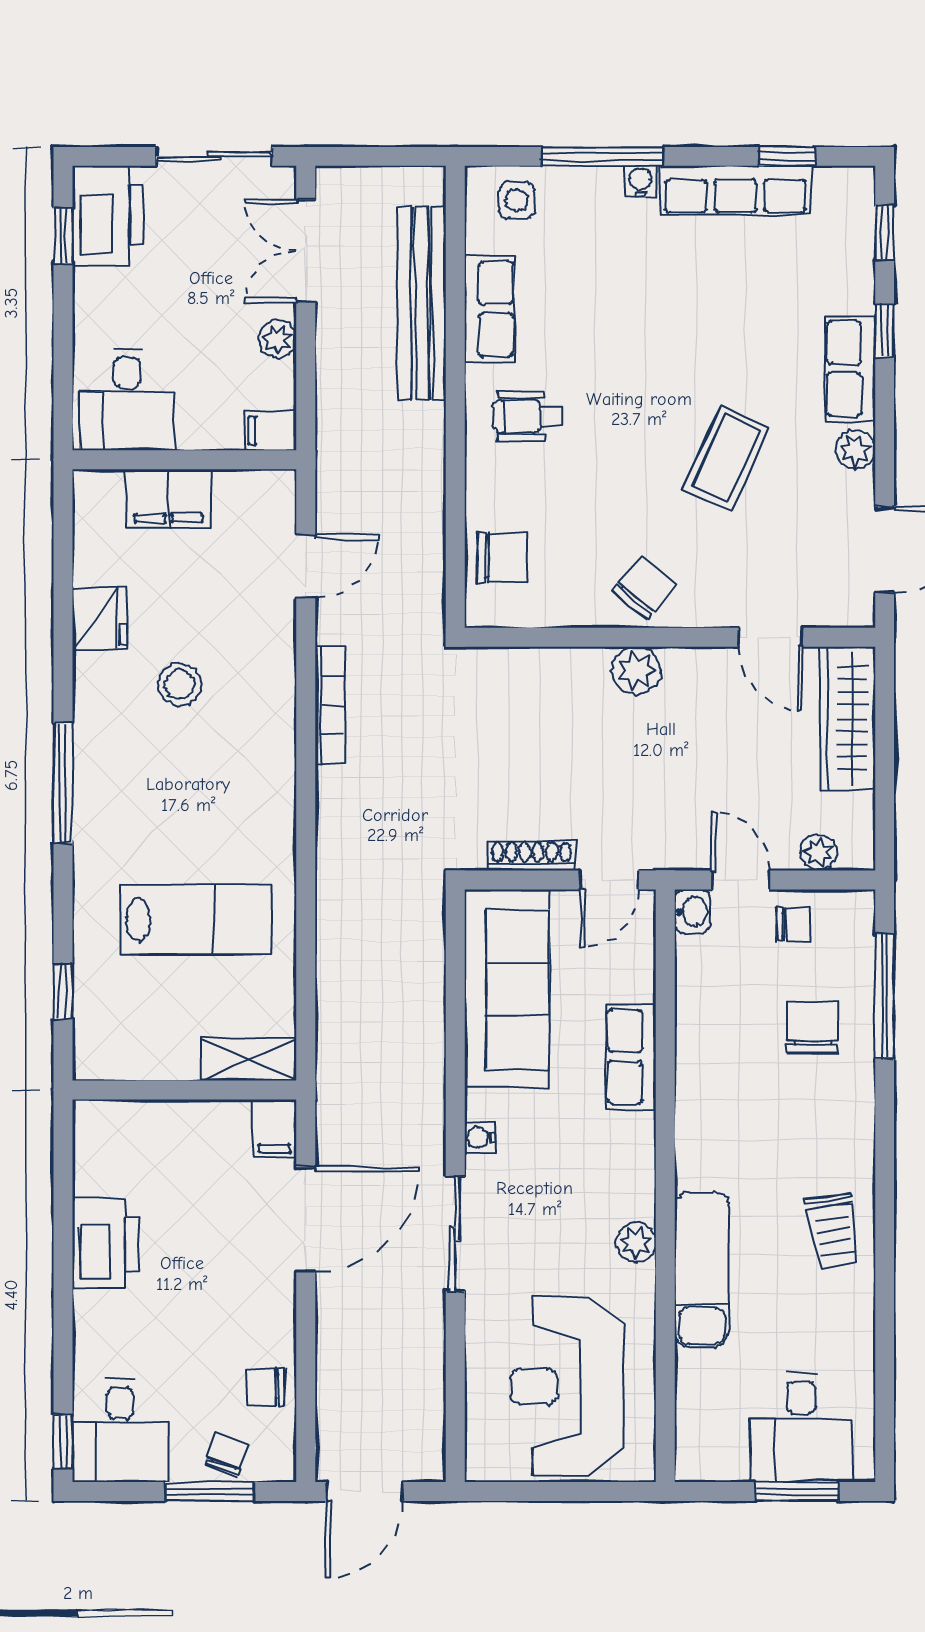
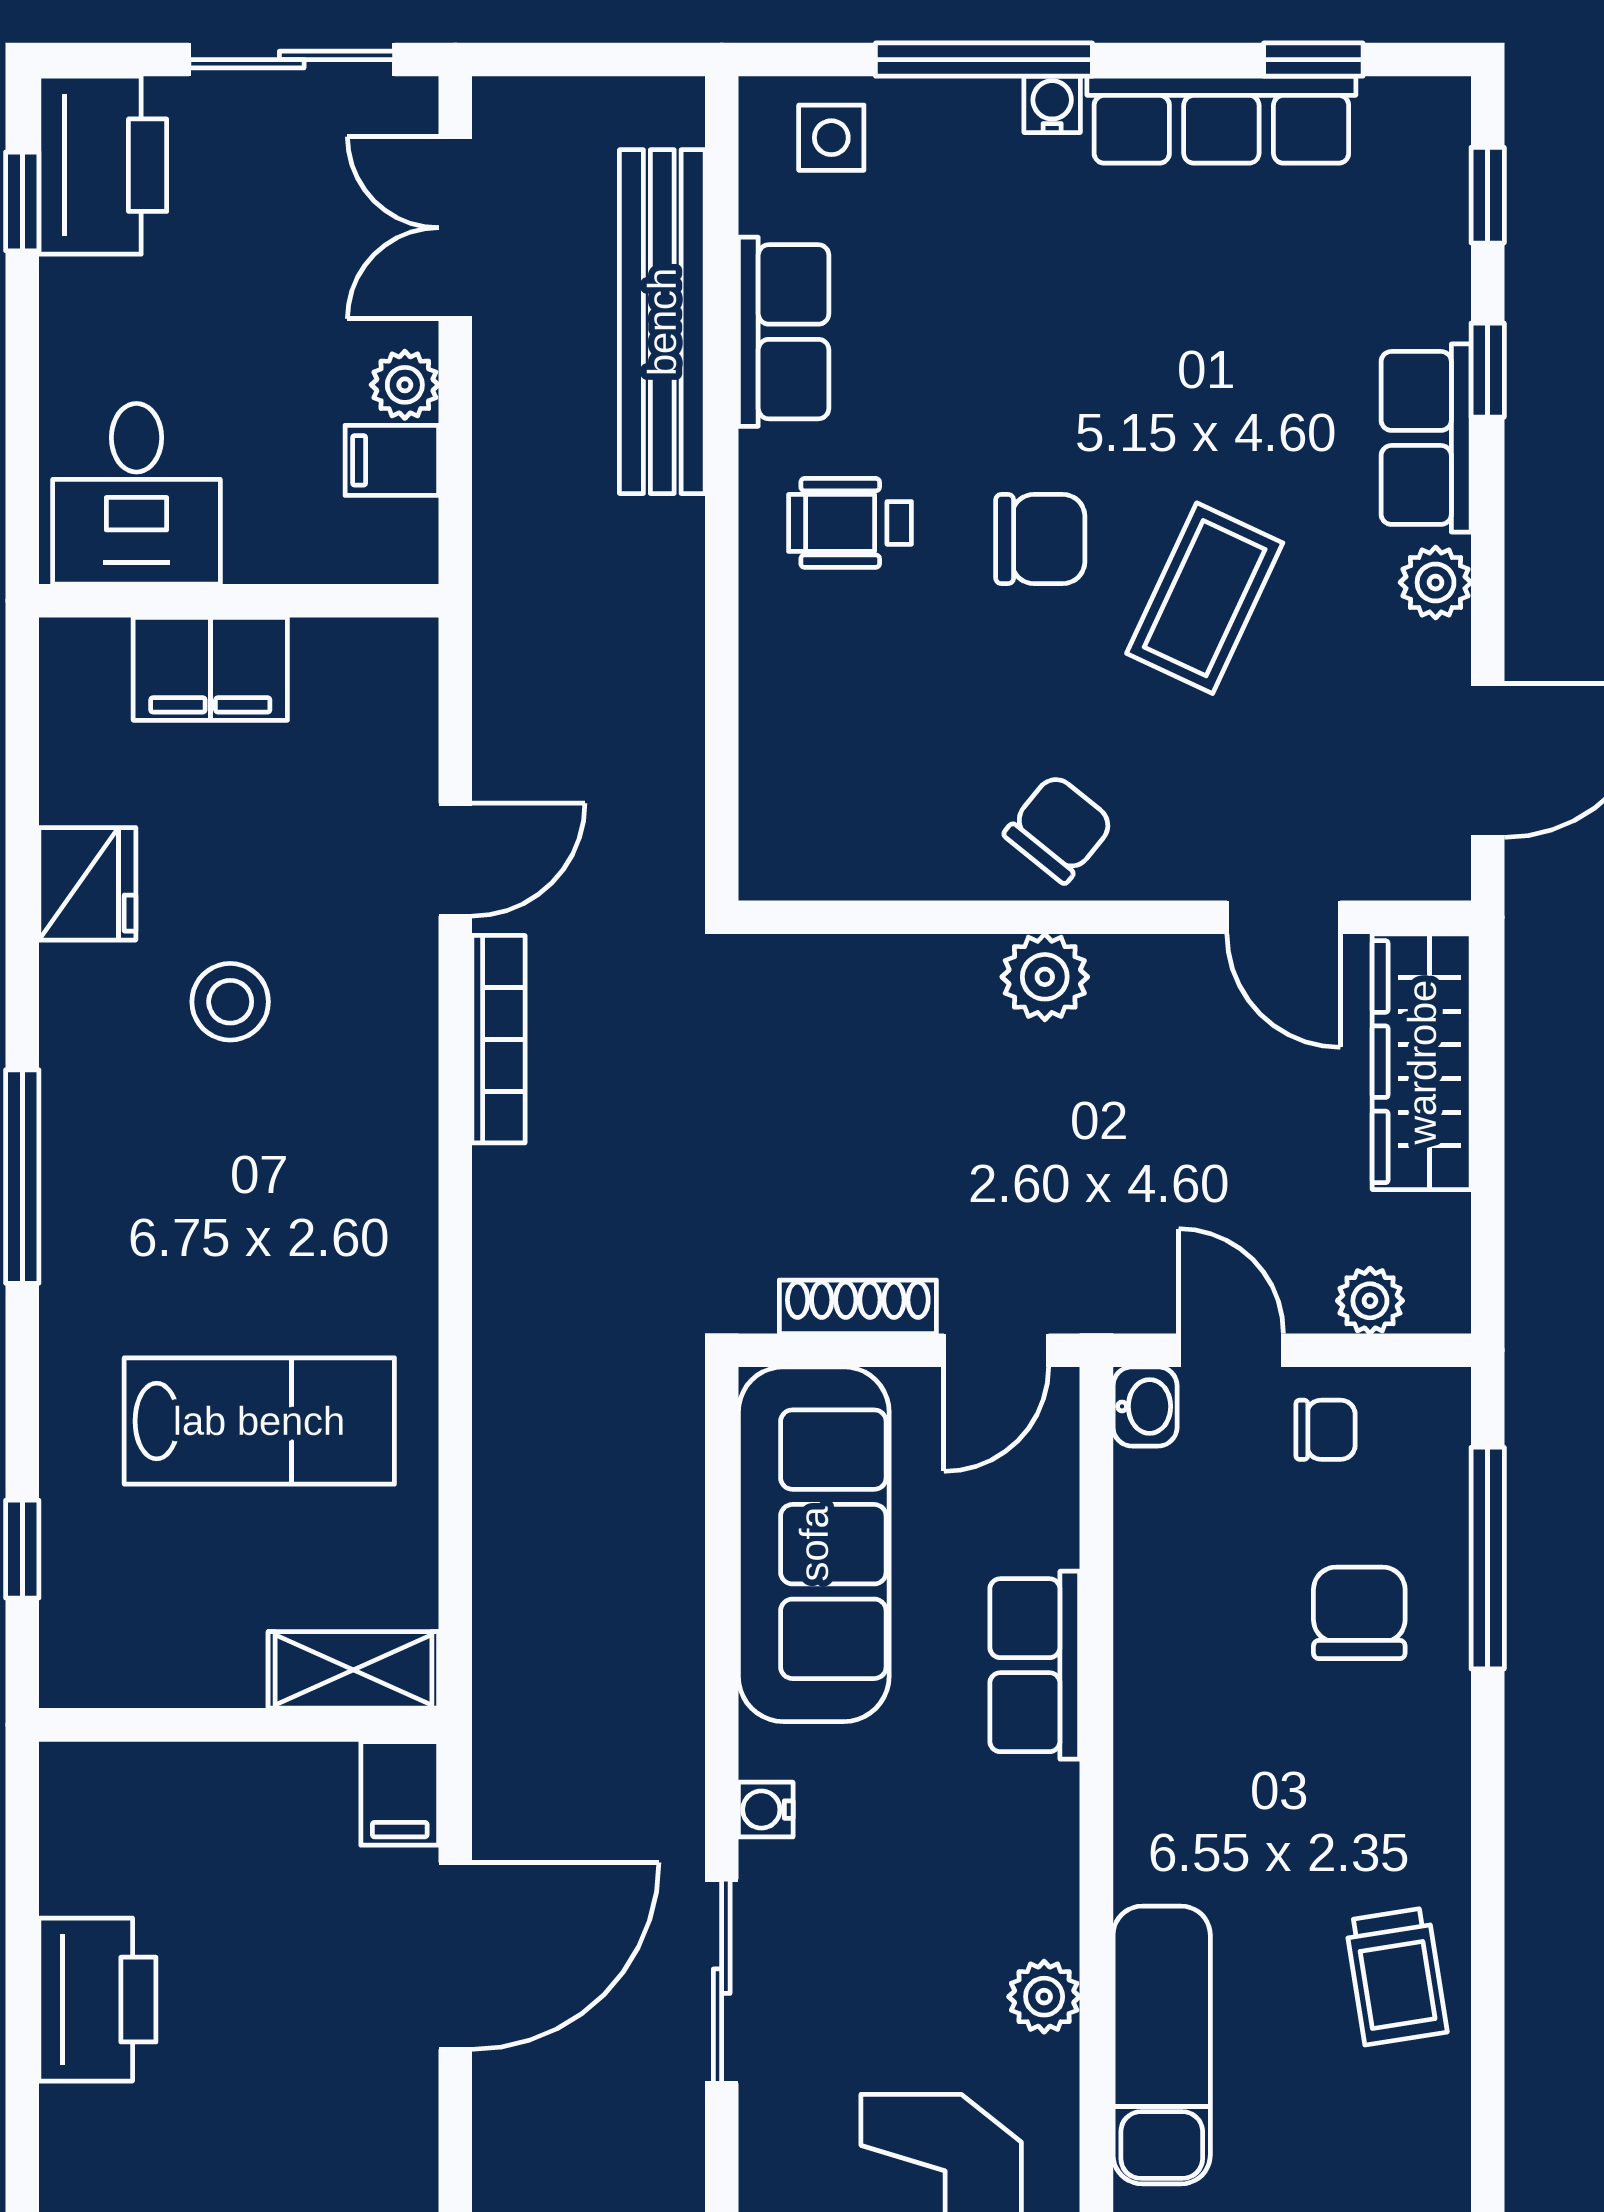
filing cabinet: (270, 431) -> (392, 460), moved
chair: (502, 558) -> (1040, 539), moved
door: (306, 566) -> (455, 860), moved

